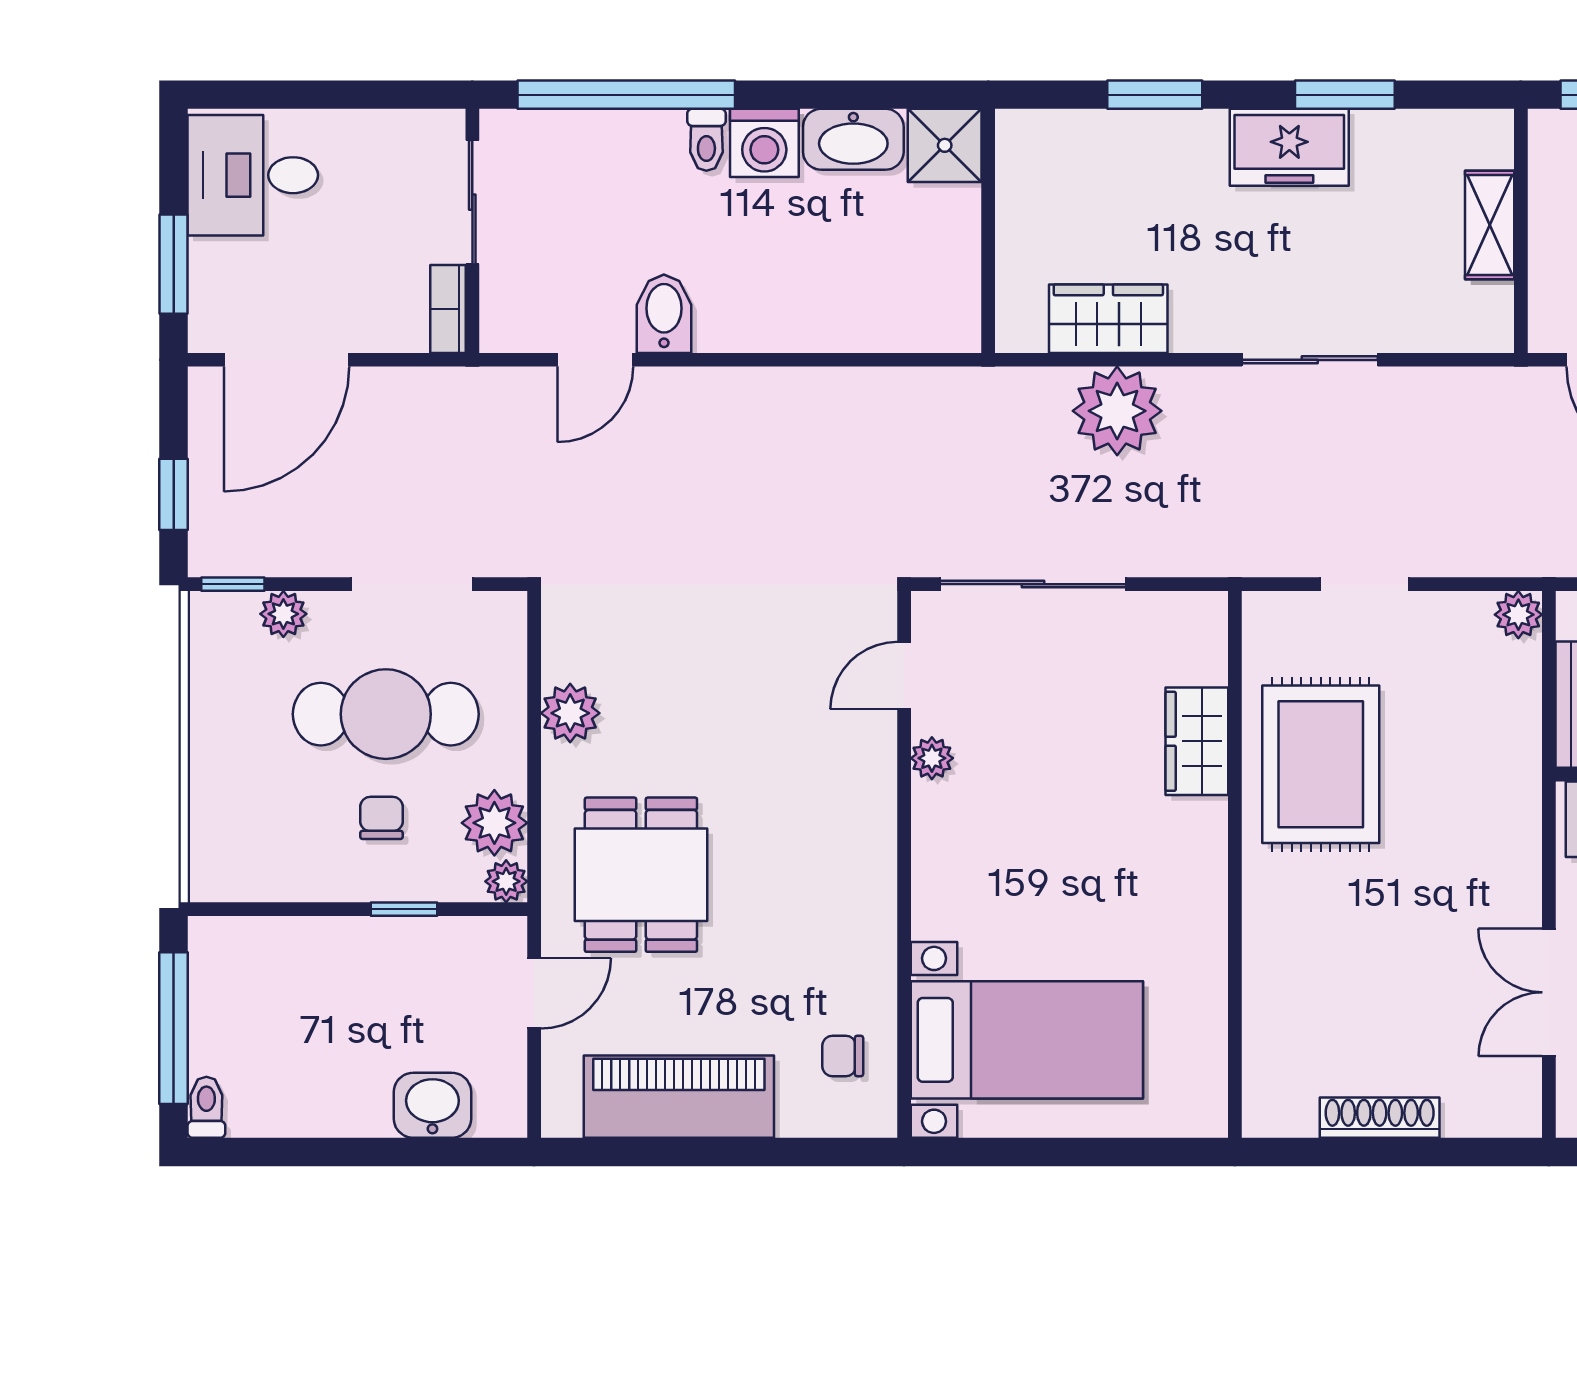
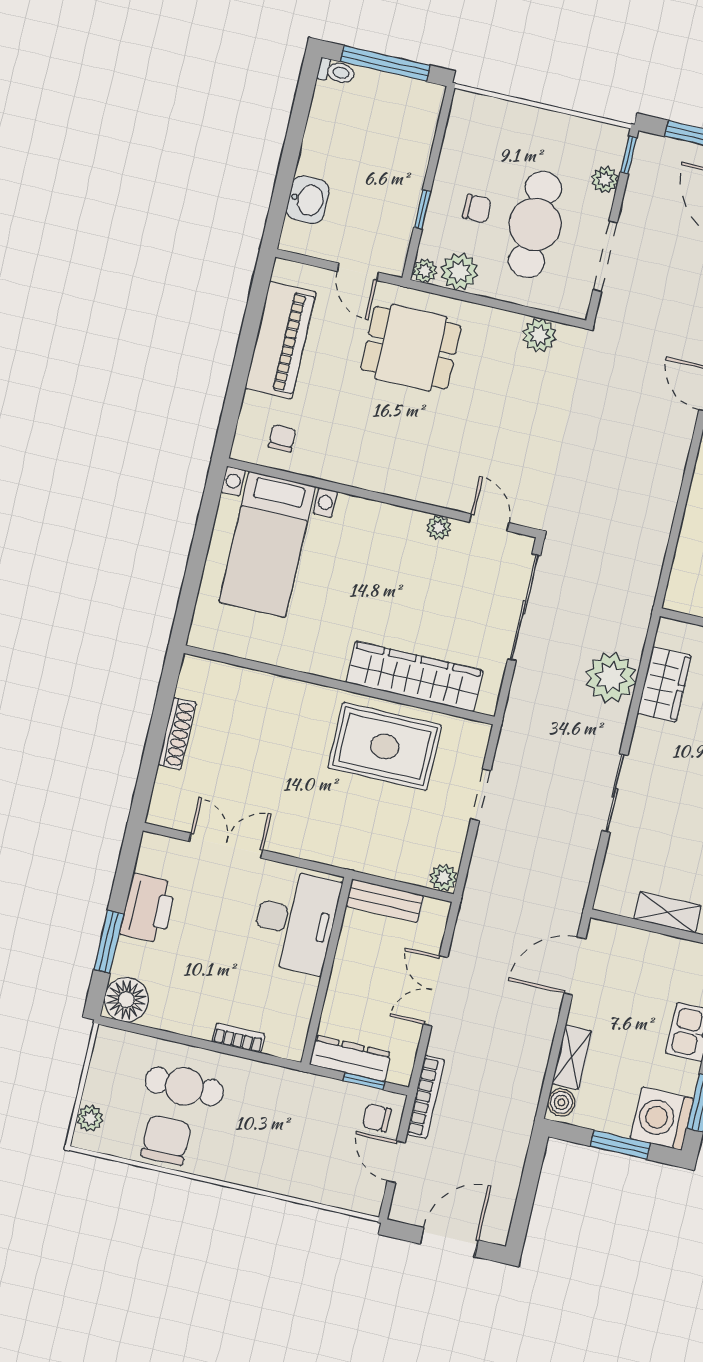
plant: (570, 713) -> (539, 335), moved
wardrobe: (1197, 741) -> (415, 676), width x2.10, depth x1.17

